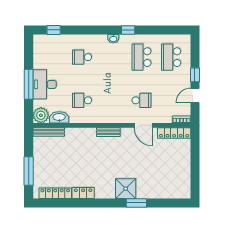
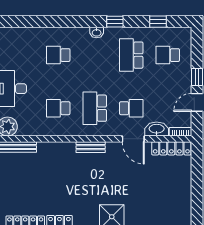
window: (54, 30) -> (158, 22), moved
school desk: (171, 57) -> (168, 55), width x0.54
school desk: (112, 100) -> (95, 108), added
washbasin: (59, 117) -> (157, 129), moved

